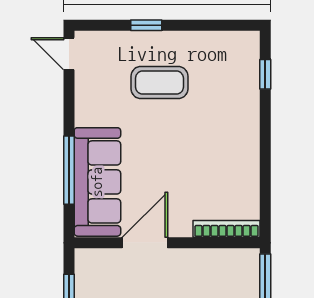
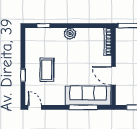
door: (69, 54) -> (35, 107), swing flipped
plant: (246, 138) -> (70, 34), added

